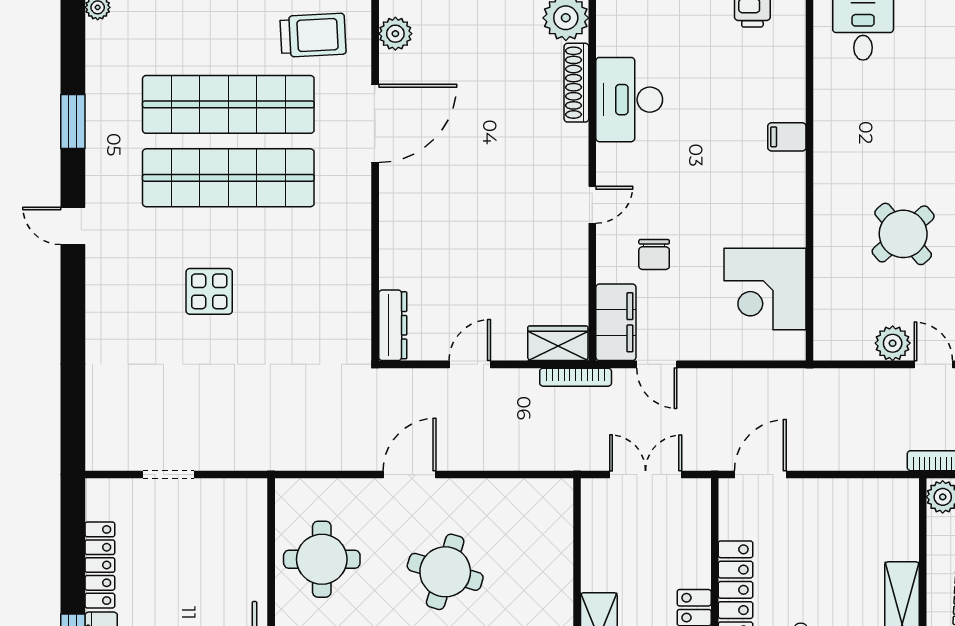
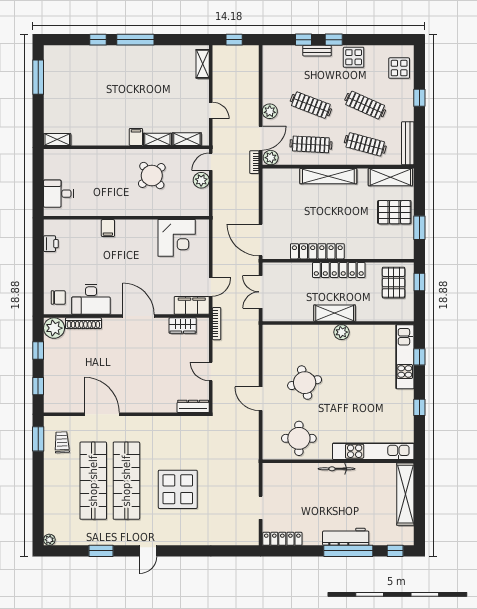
plant: (395, 34) -> (61, 405), removed
trolley: (313, 35) -> (62, 442), width x0.73, depth x0.72
door: (592, 205) -> (139, 316), width x1.88
chair: (654, 255) -> (58, 297), moved
display table: (209, 291) -> (178, 489), width x1.86, depth x1.86
wardrobe: (558, 343) -> (183, 326), moved, turned -90
door: (760, 475) -> (261, 240), width x1.36
locker: (100, 565) -> (282, 539), moved
round table: (445, 572) -> (305, 383), turned -30

